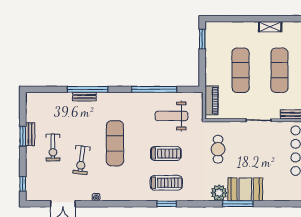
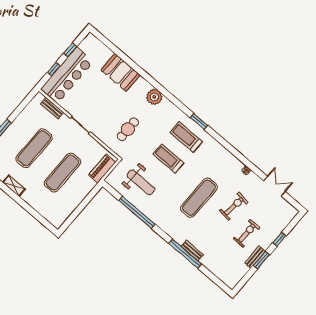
window: (202, 39) -> (71, 219), removed
window: (23, 184) -> (279, 239), moved
booth: (245, 189) -> (121, 72), moved
window: (238, 204) -> (147, 77), removed

